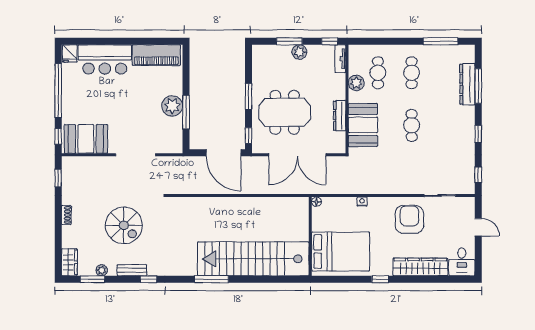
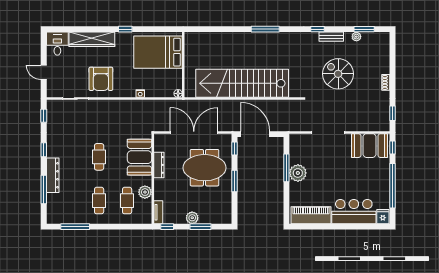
dresser: (467, 84) -> (53, 175), moved
stairs: (253, 259) -> (242, 83), moved, turned 180
wardrobe: (69, 262) -> (383, 43), removed

